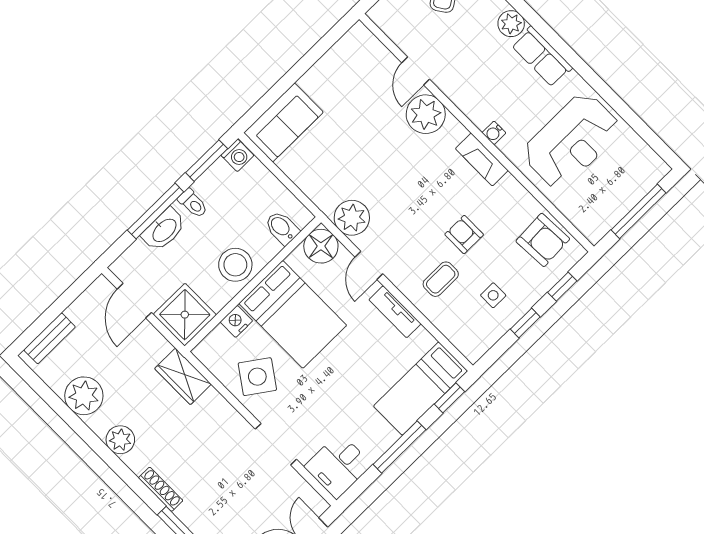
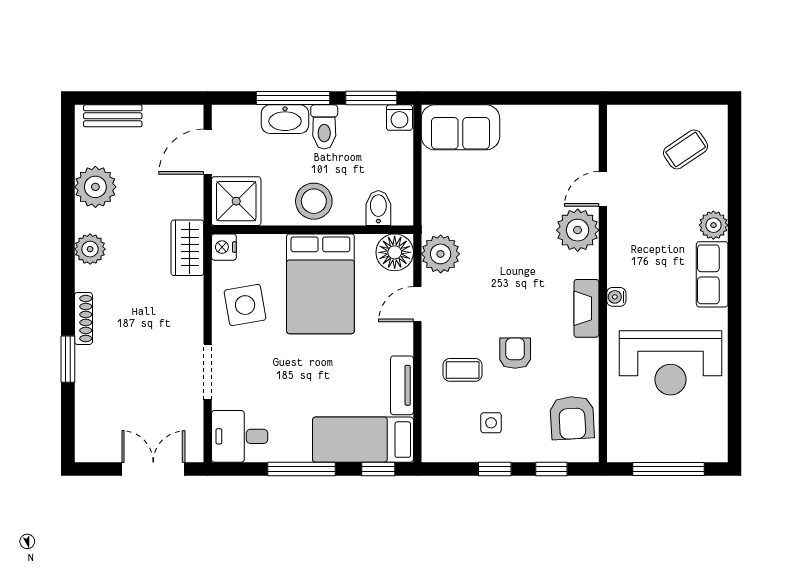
toilet: (193, 203) -> (324, 127), width x1.37, depth x1.39
tv unit: (395, 312) -> (402, 385), moved
nightstand: (236, 321) -> (224, 247), moved, turned -90
side table: (257, 377) -> (245, 305), turned 45

